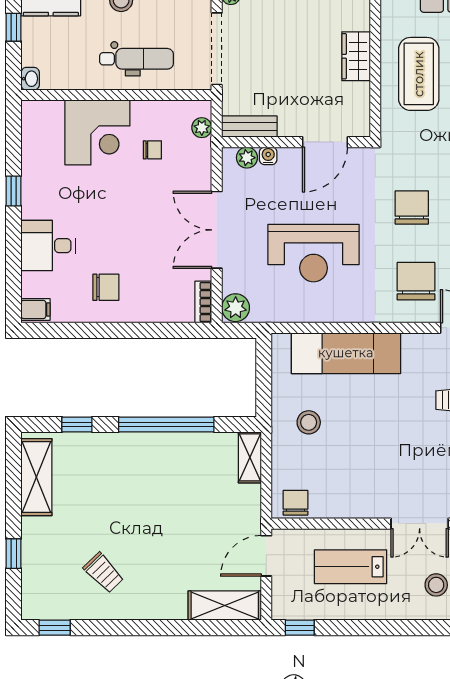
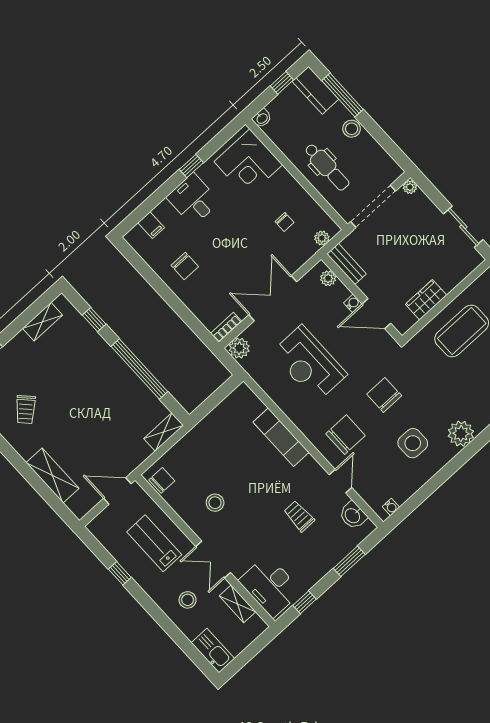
wardrobe: (356, 56) -> (426, 300), moved
corner desk: (97, 132) -> (248, 163), moved
water cooler: (268, 156) -> (353, 303), moved
chair: (412, 208) -> (384, 395), turned -90
desk: (48, 246) -> (193, 199), moved
filing cabinet: (36, 309) -> (151, 225), moved
exam couch: (346, 353) -> (281, 437), width x0.73, depth x0.69
stool: (309, 422) -> (215, 503), moved
shelving: (36, 477) -> (42, 322), width x0.67, depth x0.75
shelving: (225, 606) -> (53, 475), moved
window: (300, 628) -> (120, 573), moved

